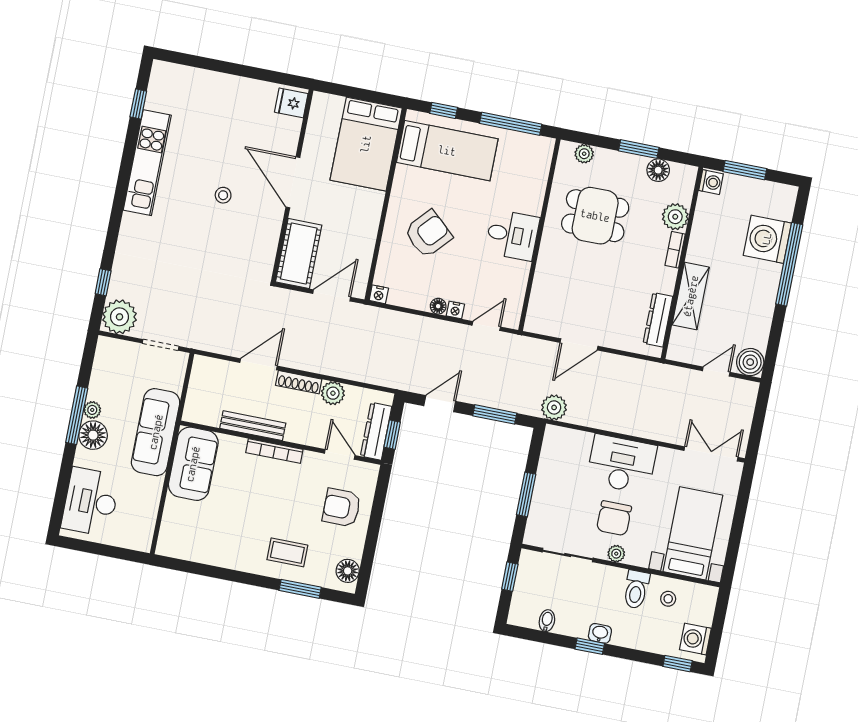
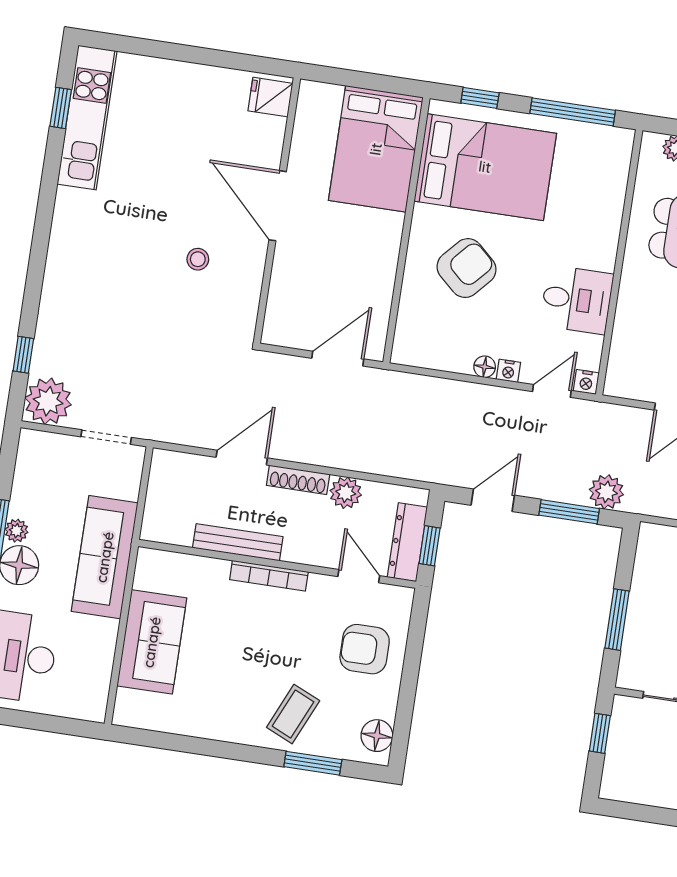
bed: (447, 151) -> (485, 167), width x1.50
kitchen unit: (147, 163) -> (87, 117), moved
stool: (223, 195) -> (198, 259), moved
desk: (512, 235) -> (577, 300), moved
cot: (299, 254) -> (290, 303), removed
nightstand: (379, 294) -> (586, 382), moved
plant: (554, 407) -> (606, 492), moved
sofa: (193, 464) -> (152, 642), moved
coffee table: (287, 552) -> (293, 714), turned -66
bidet: (547, 621) -> (653, 791), removed

